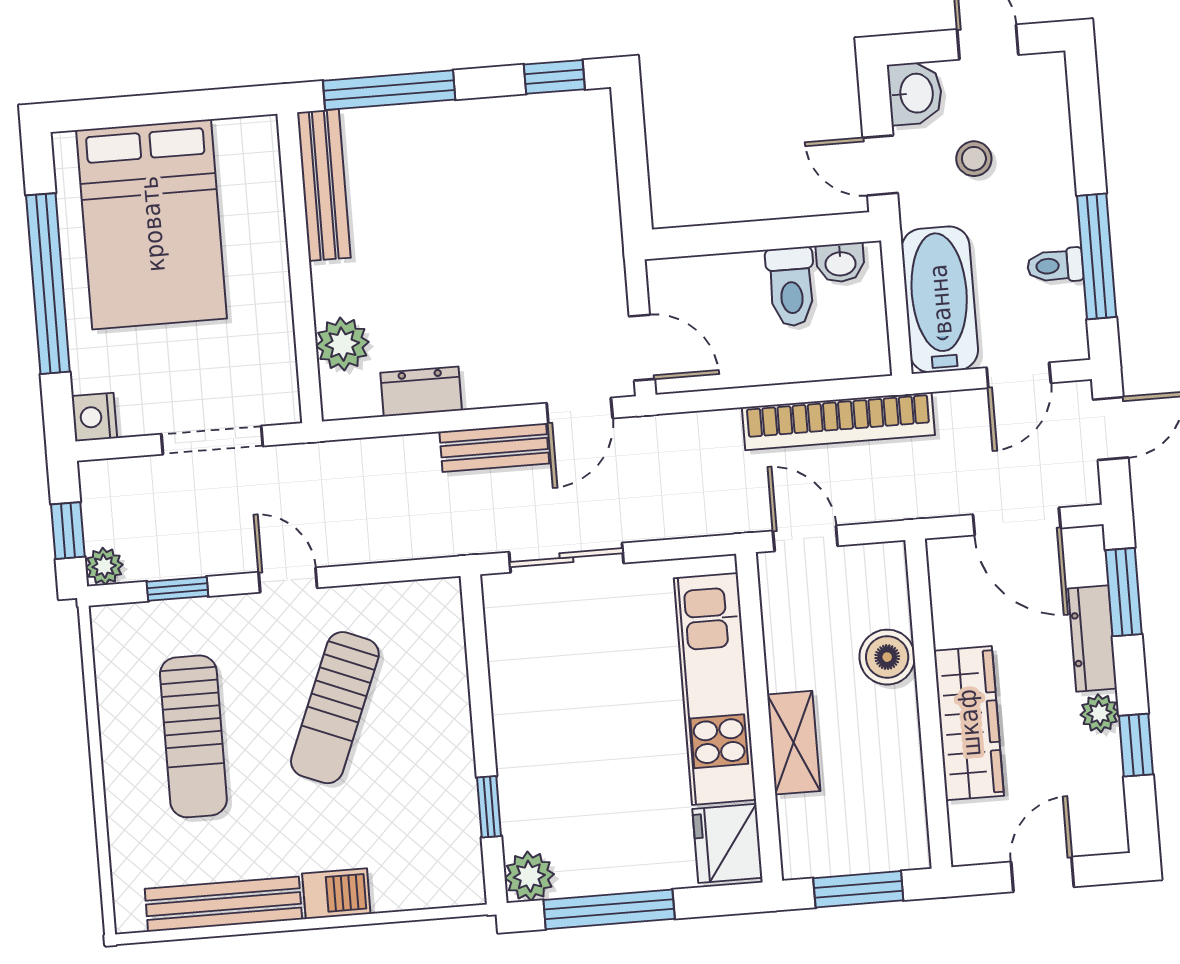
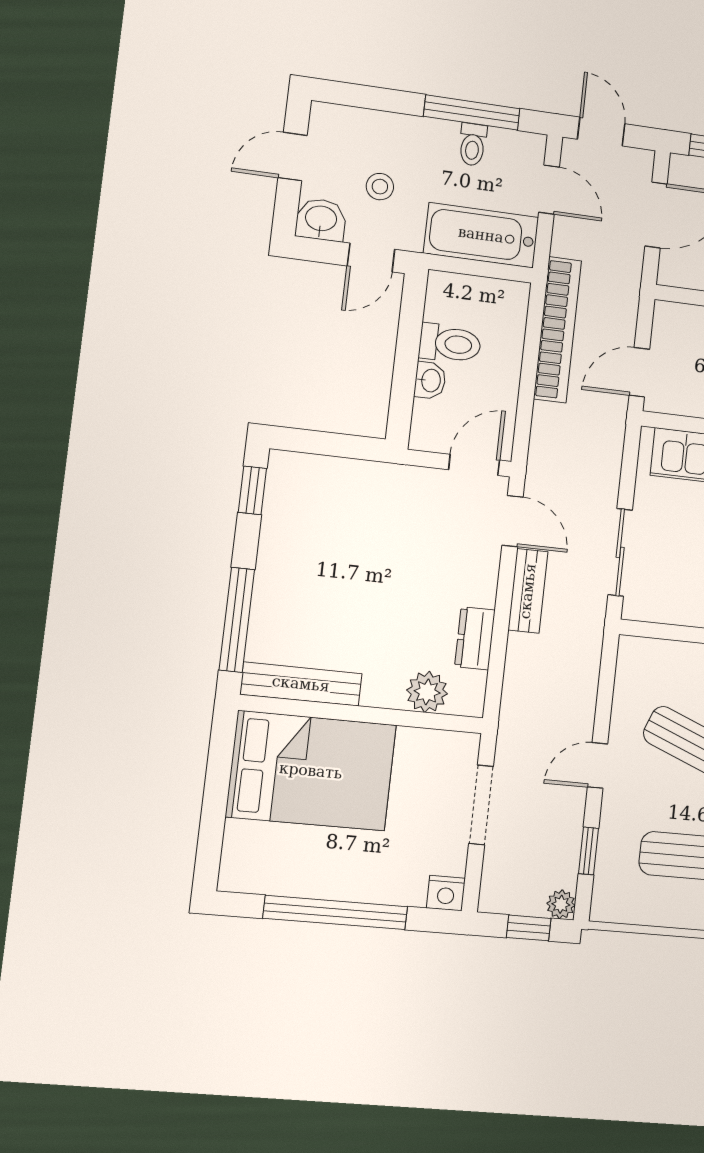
bed: (152, 224) -> (311, 771), moved
washbasin: (840, 263) -> (430, 380), moved

